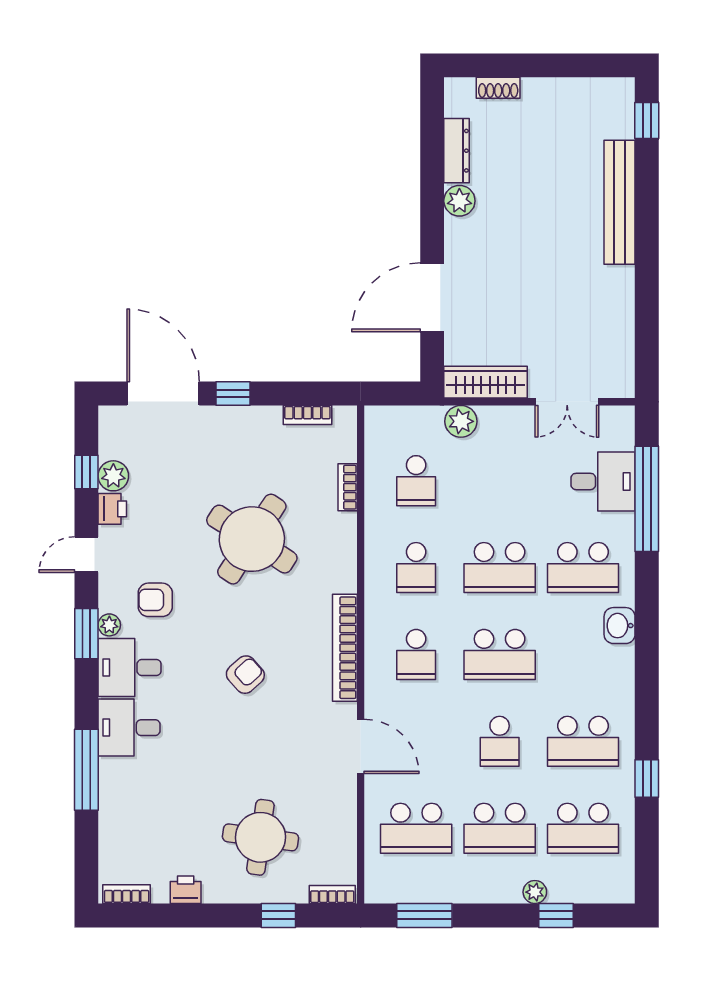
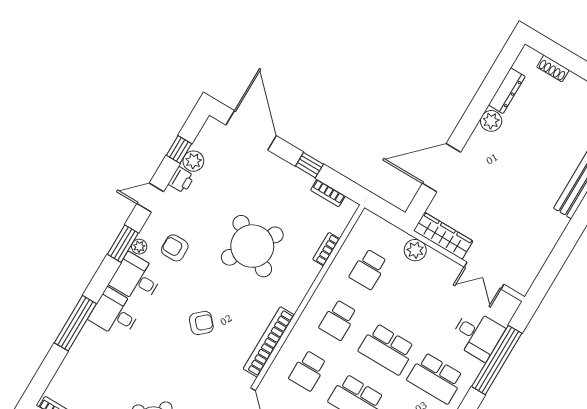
window: (233, 393) -> (309, 165), moved

